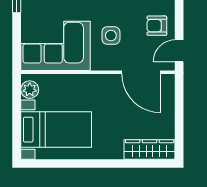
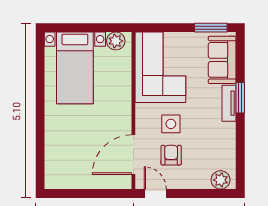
armchair: (157, 26) -> (171, 155), moved
wardrobe: (150, 150) -> (55, 163), removed

